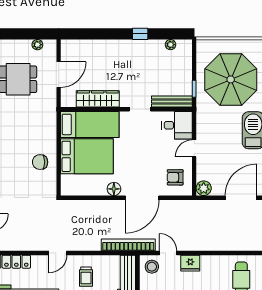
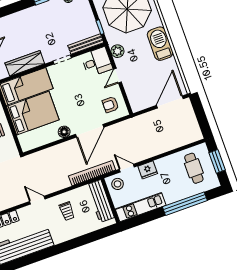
plant: (204, 188) -> (117, 51), moved
door: (58, 253) -> (37, 200), swing flipped

